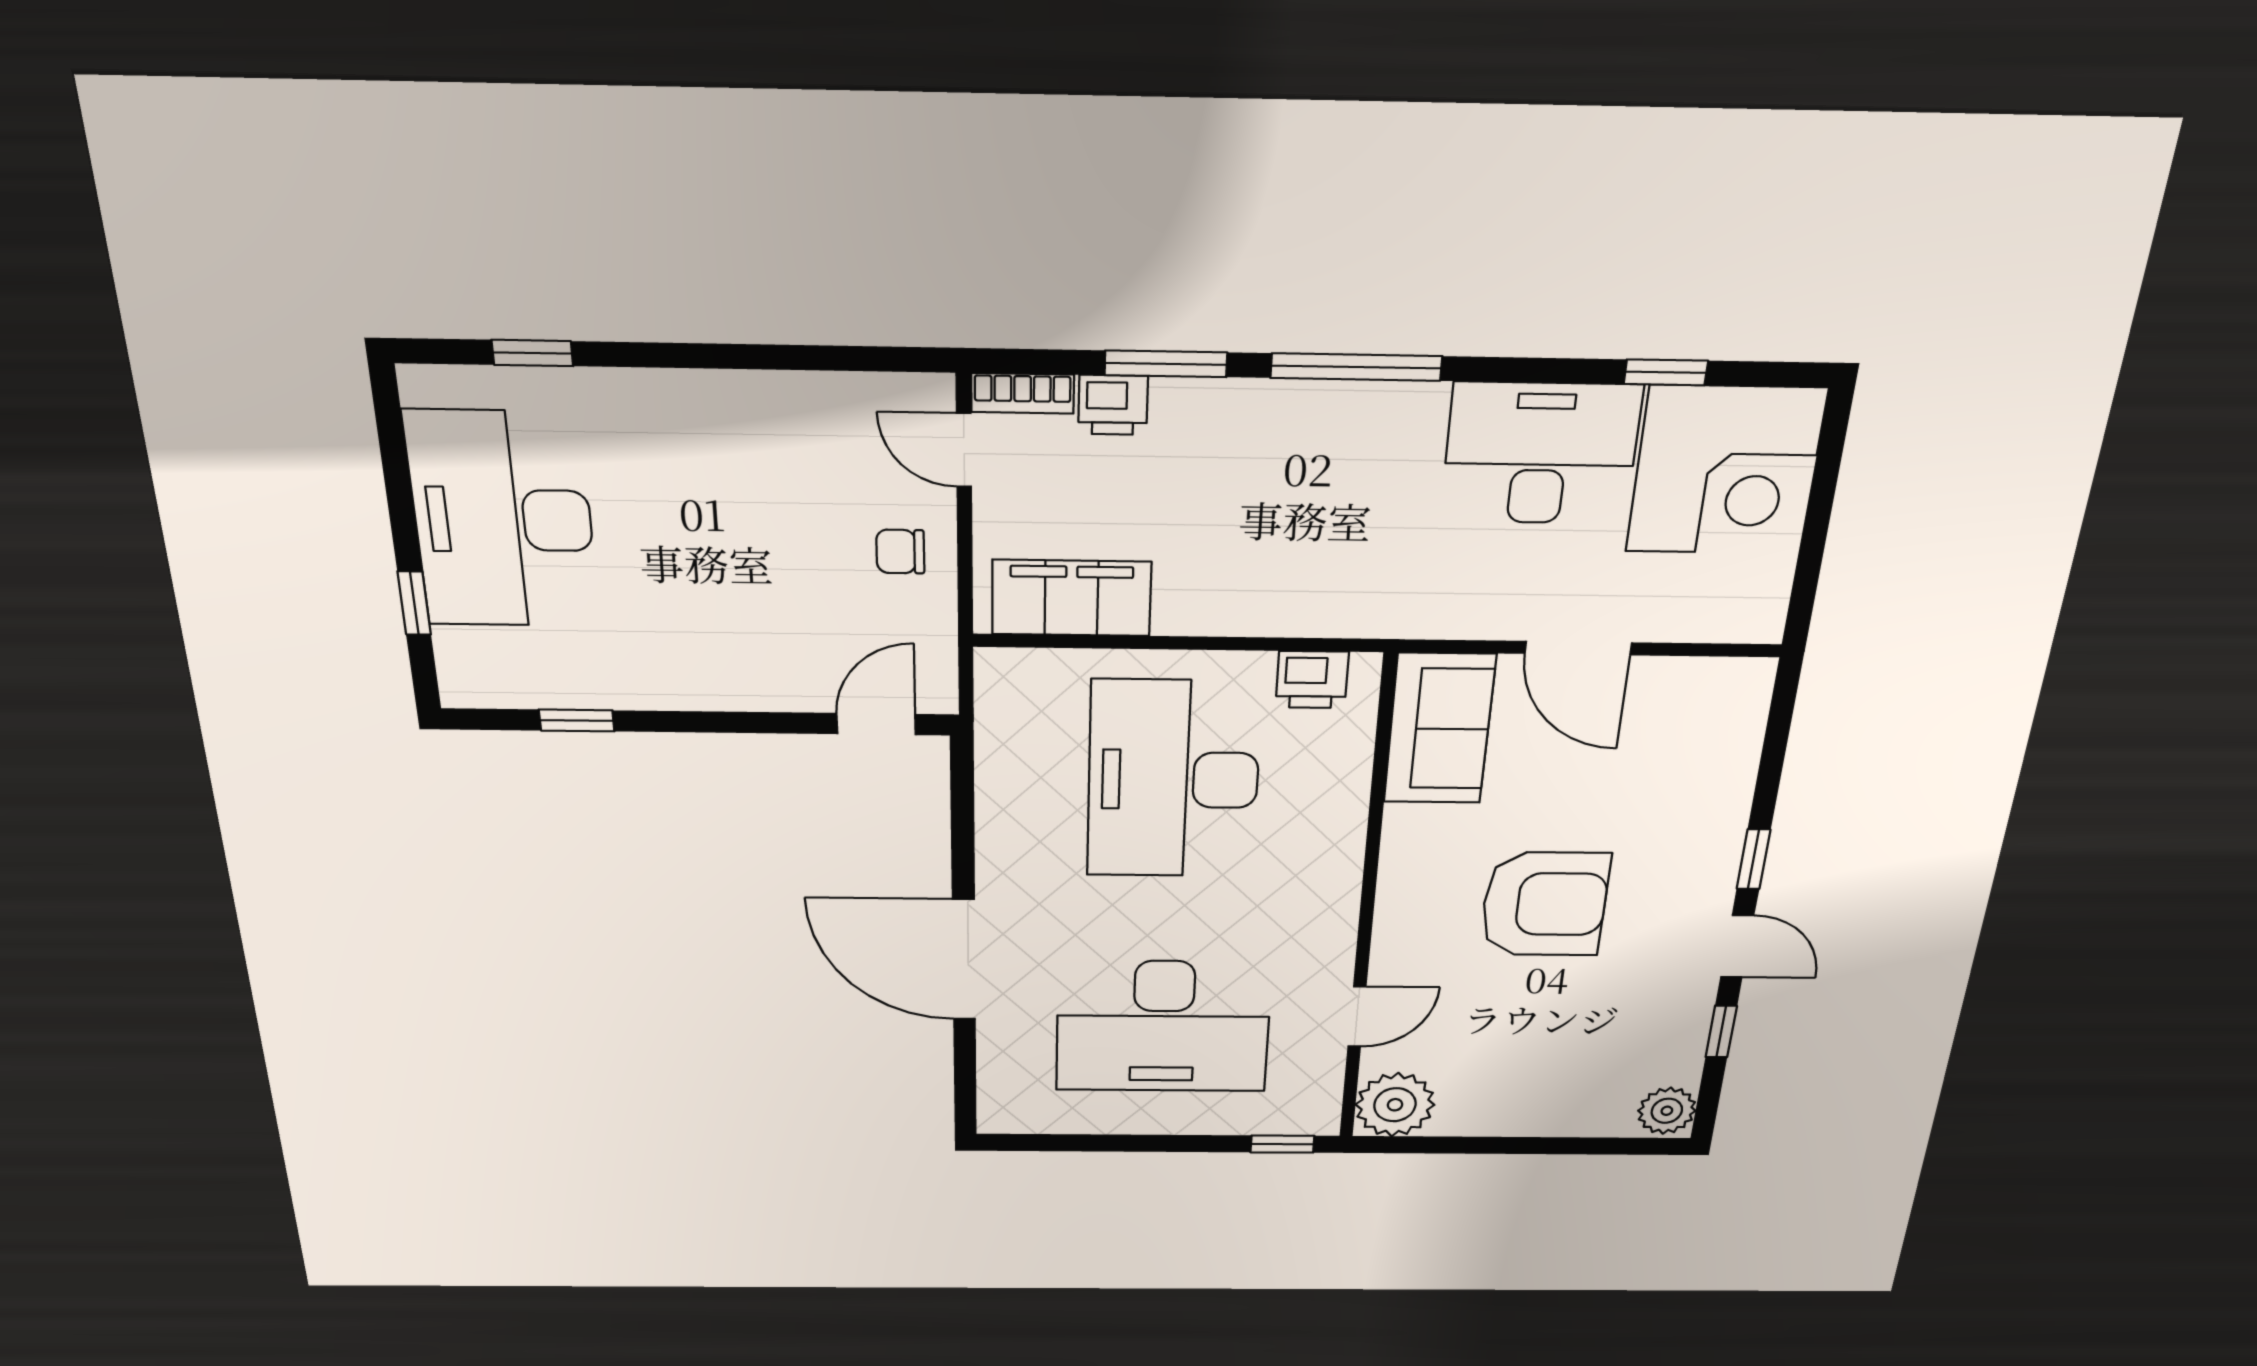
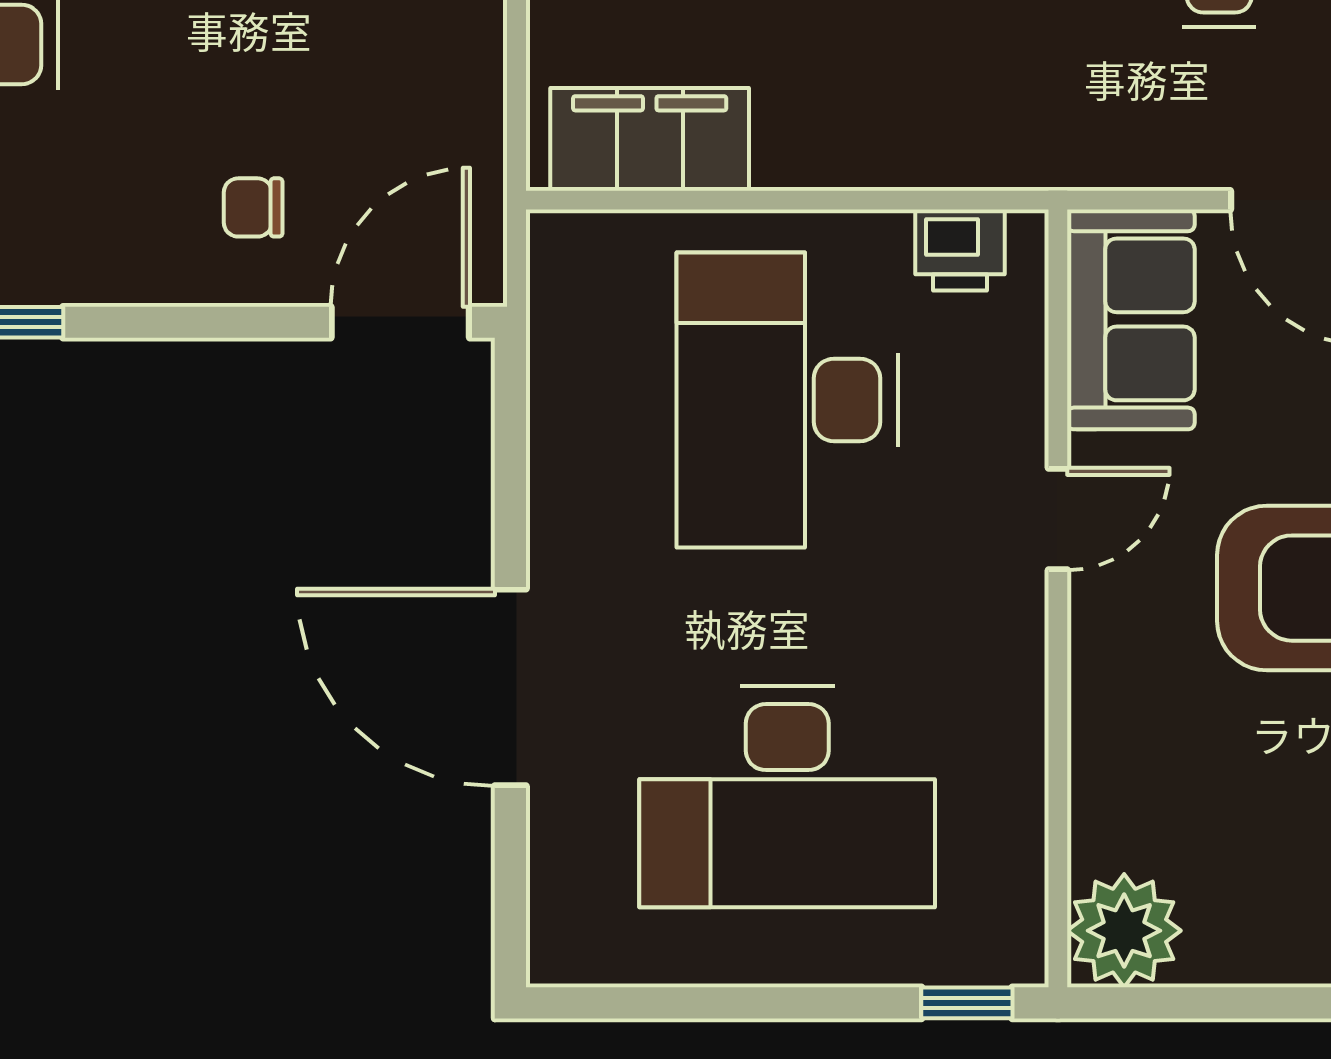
chair: (900, 552) -> (253, 207), moved
door: (876, 724) -> (400, 322), width x1.38
door: (1357, 1017) -> (1058, 519), moved

